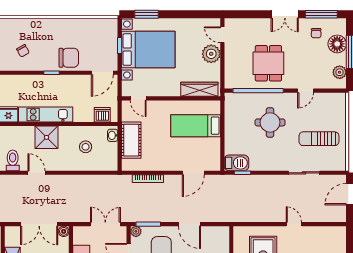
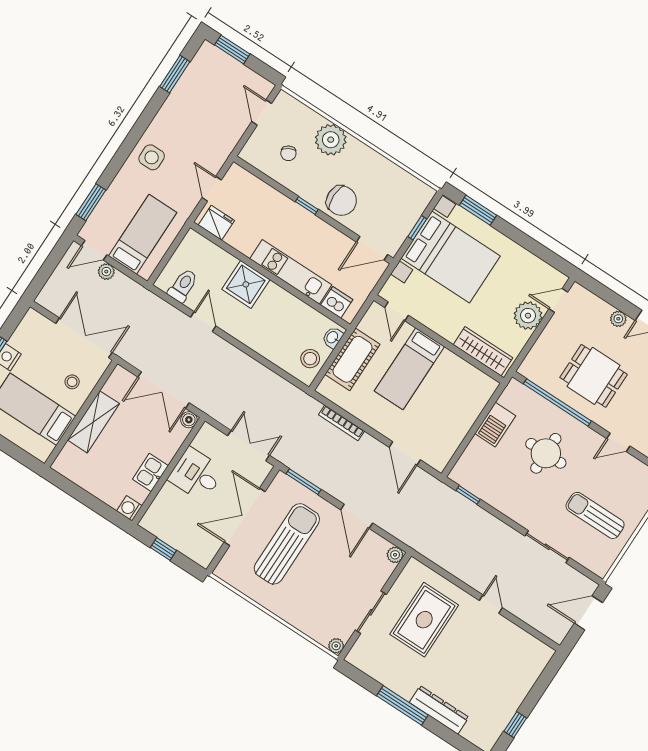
plant: (262, 23) -> (618, 319), added
plant: (41, 28) -> (331, 140), added
door: (222, 35) -> (558, 300), hinge flipped
dining table: (268, 63) -> (594, 376), turned 90
kitchen unit: (46, 114) -> (291, 272), moved
bed: (196, 126) -> (409, 369), moved, turned -90
stool: (86, 147) -> (310, 359), moved
barbecue: (236, 163) -> (495, 425), moved, turned 90
door: (193, 173) -> (405, 454), hinge flipped
plant: (136, 231) -> (395, 555), moved

